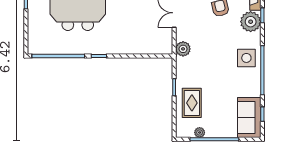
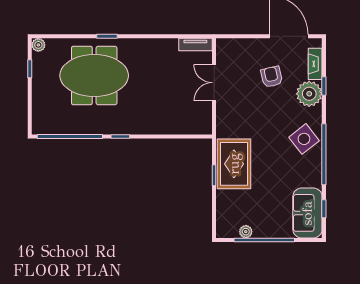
plant: (183, 49) -> (225, 128), removed
side table: (246, 58) -> (304, 139), turned -38
rug: (192, 103) -> (234, 164), moved, width x1.36, depth x1.43

